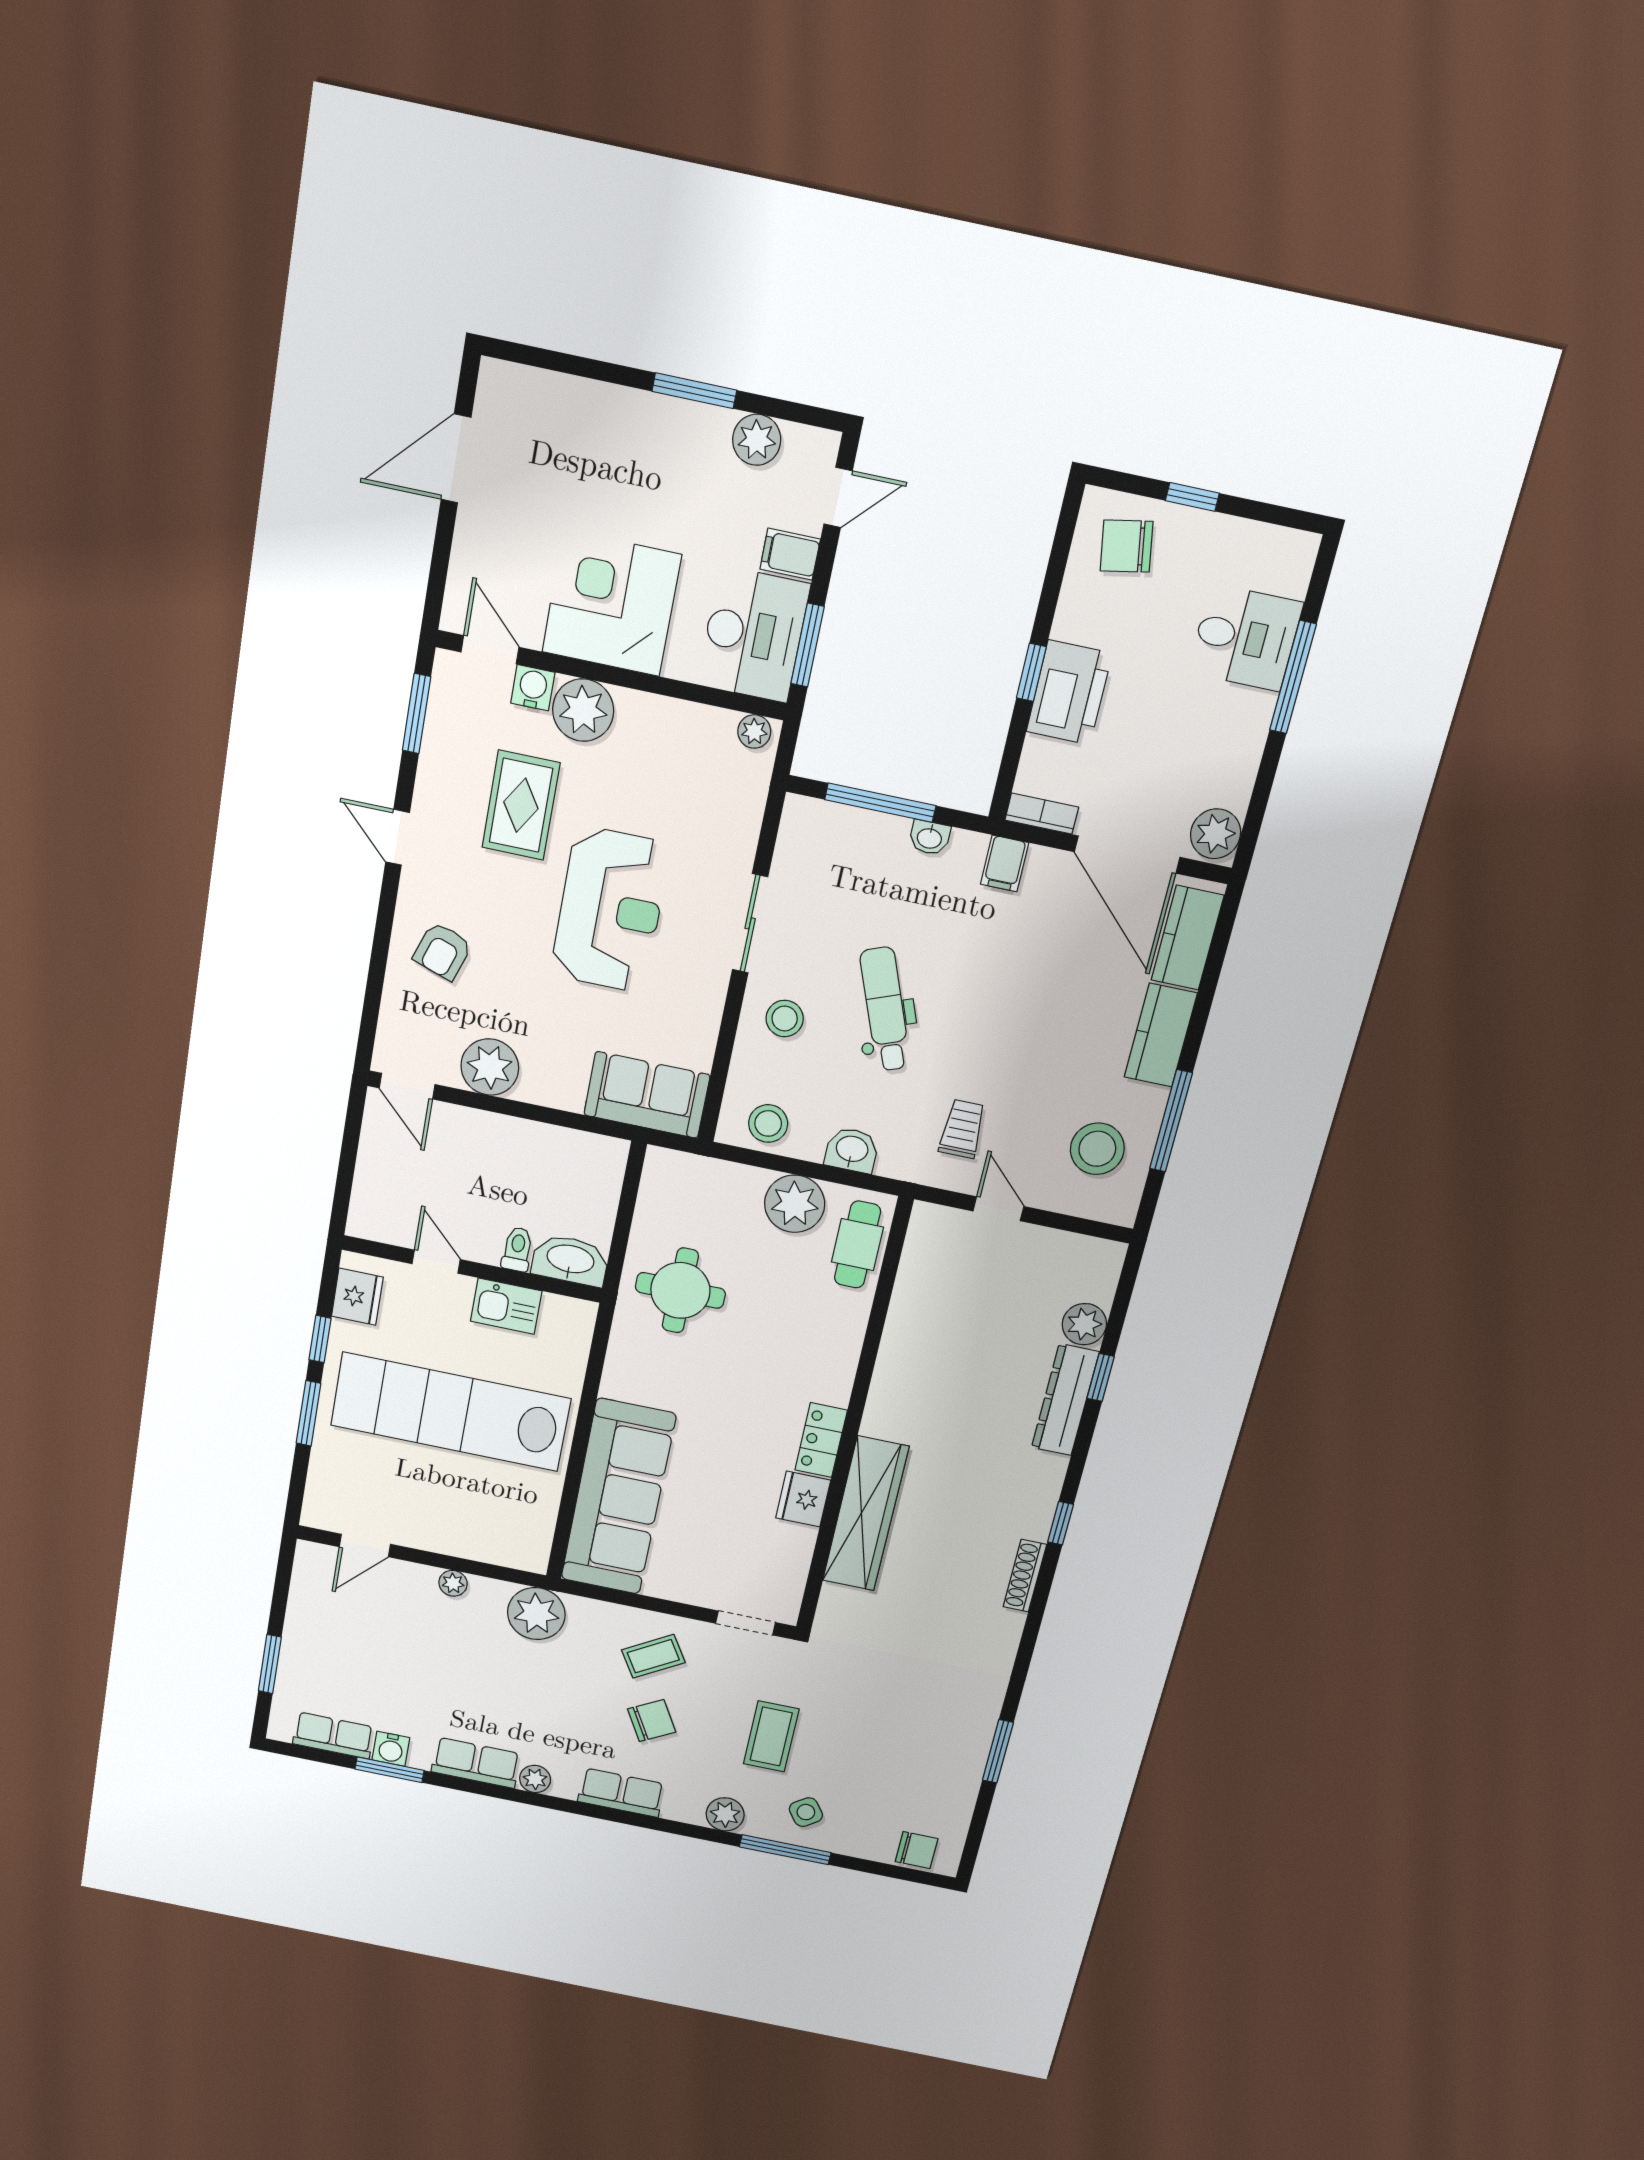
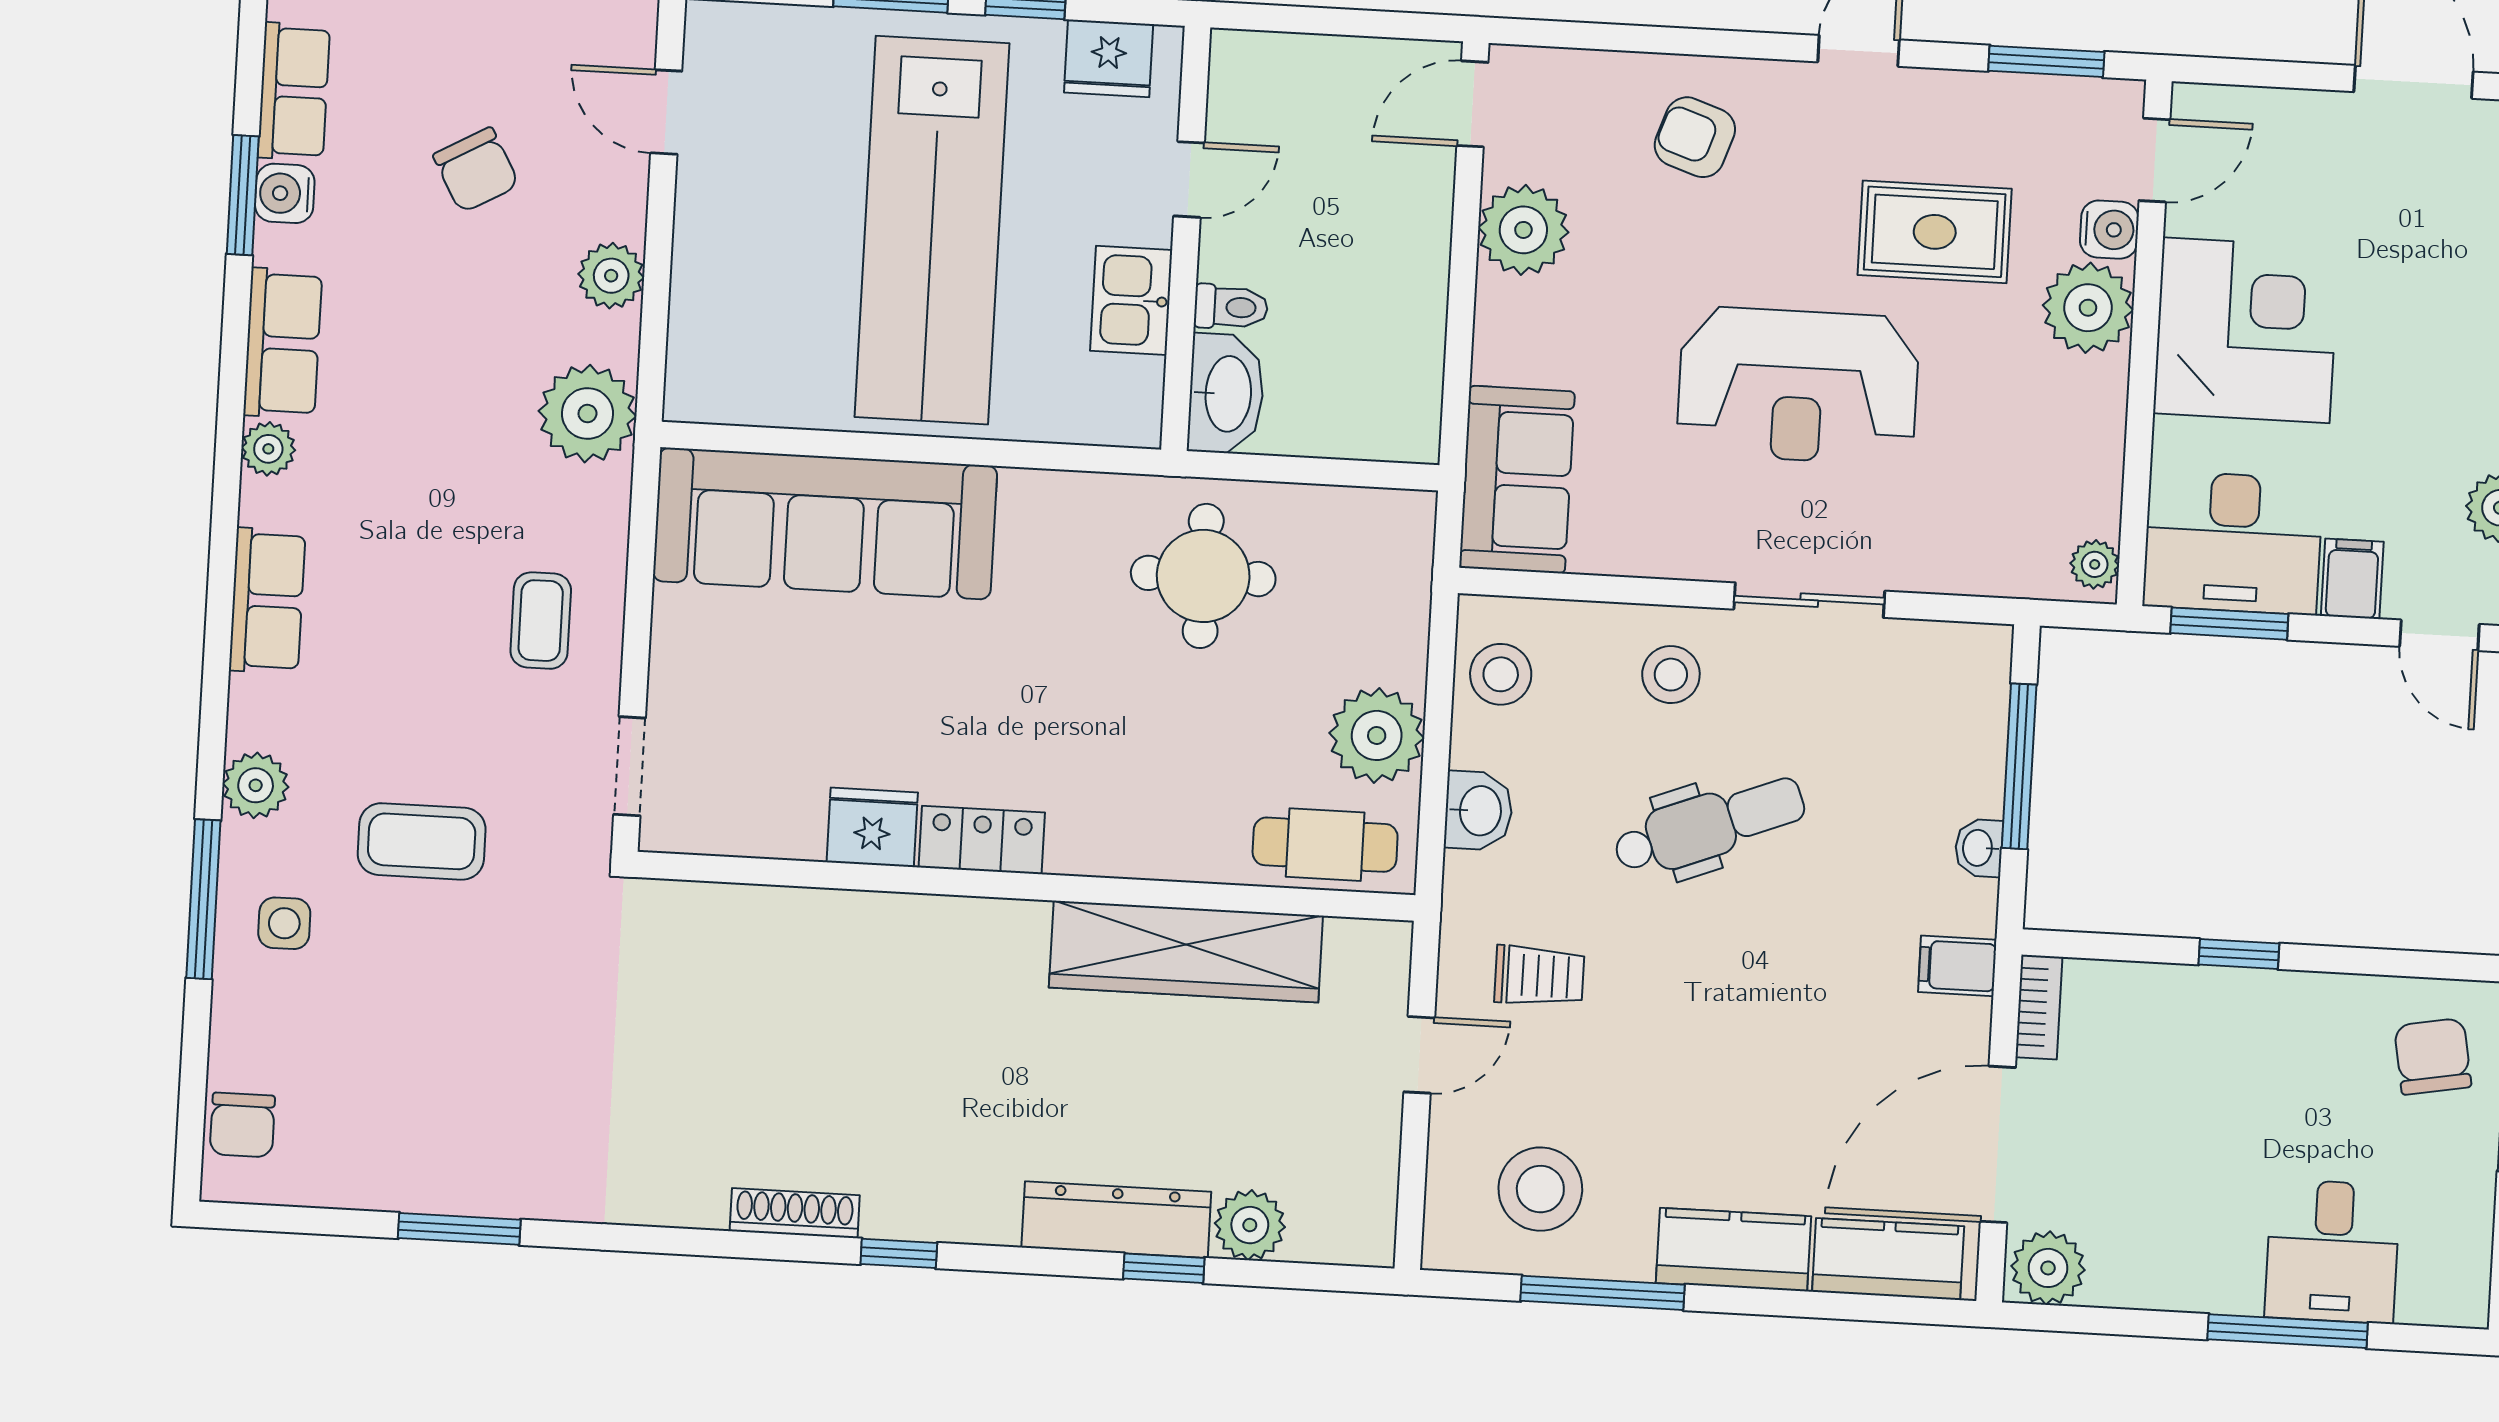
printer: (1069, 693) -> (2219, 1014), removed
lab bench: (451, 1412) -> (932, 230), turned 180
wardrobe: (866, 1514) -> (1186, 952), moved
plant: (453, 1583) -> (611, 276), width x1.38, depth x1.38
coffee table: (653, 1656) -> (541, 621), turned 31
chair: (652, 1721) -> (476, 170), moved
side table: (806, 1812) -> (284, 923), turned 35

